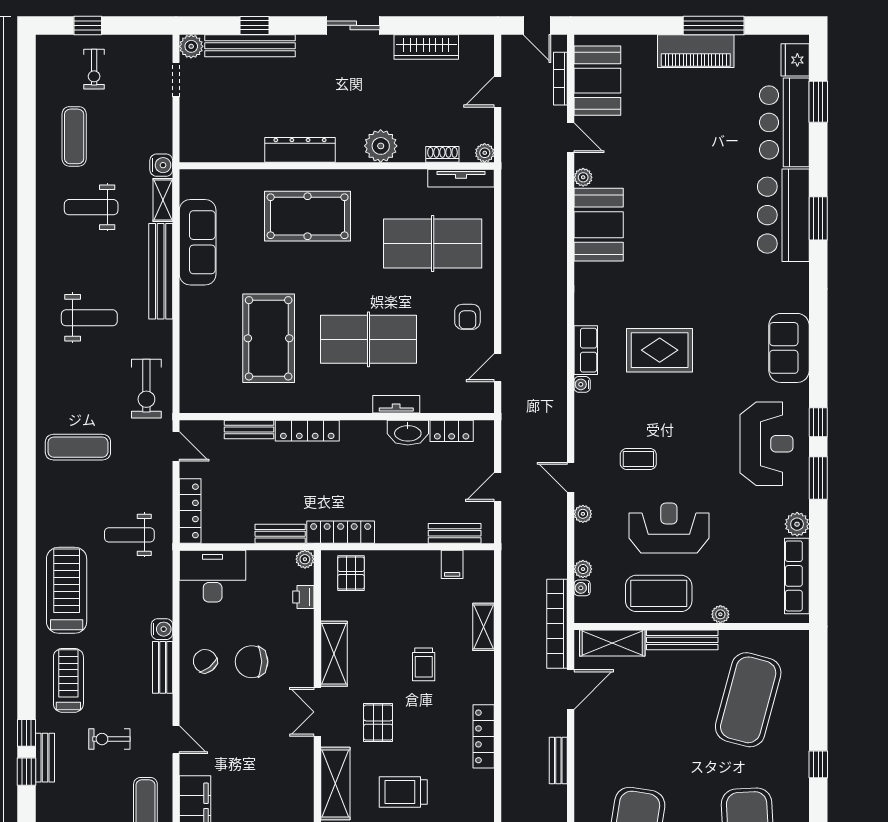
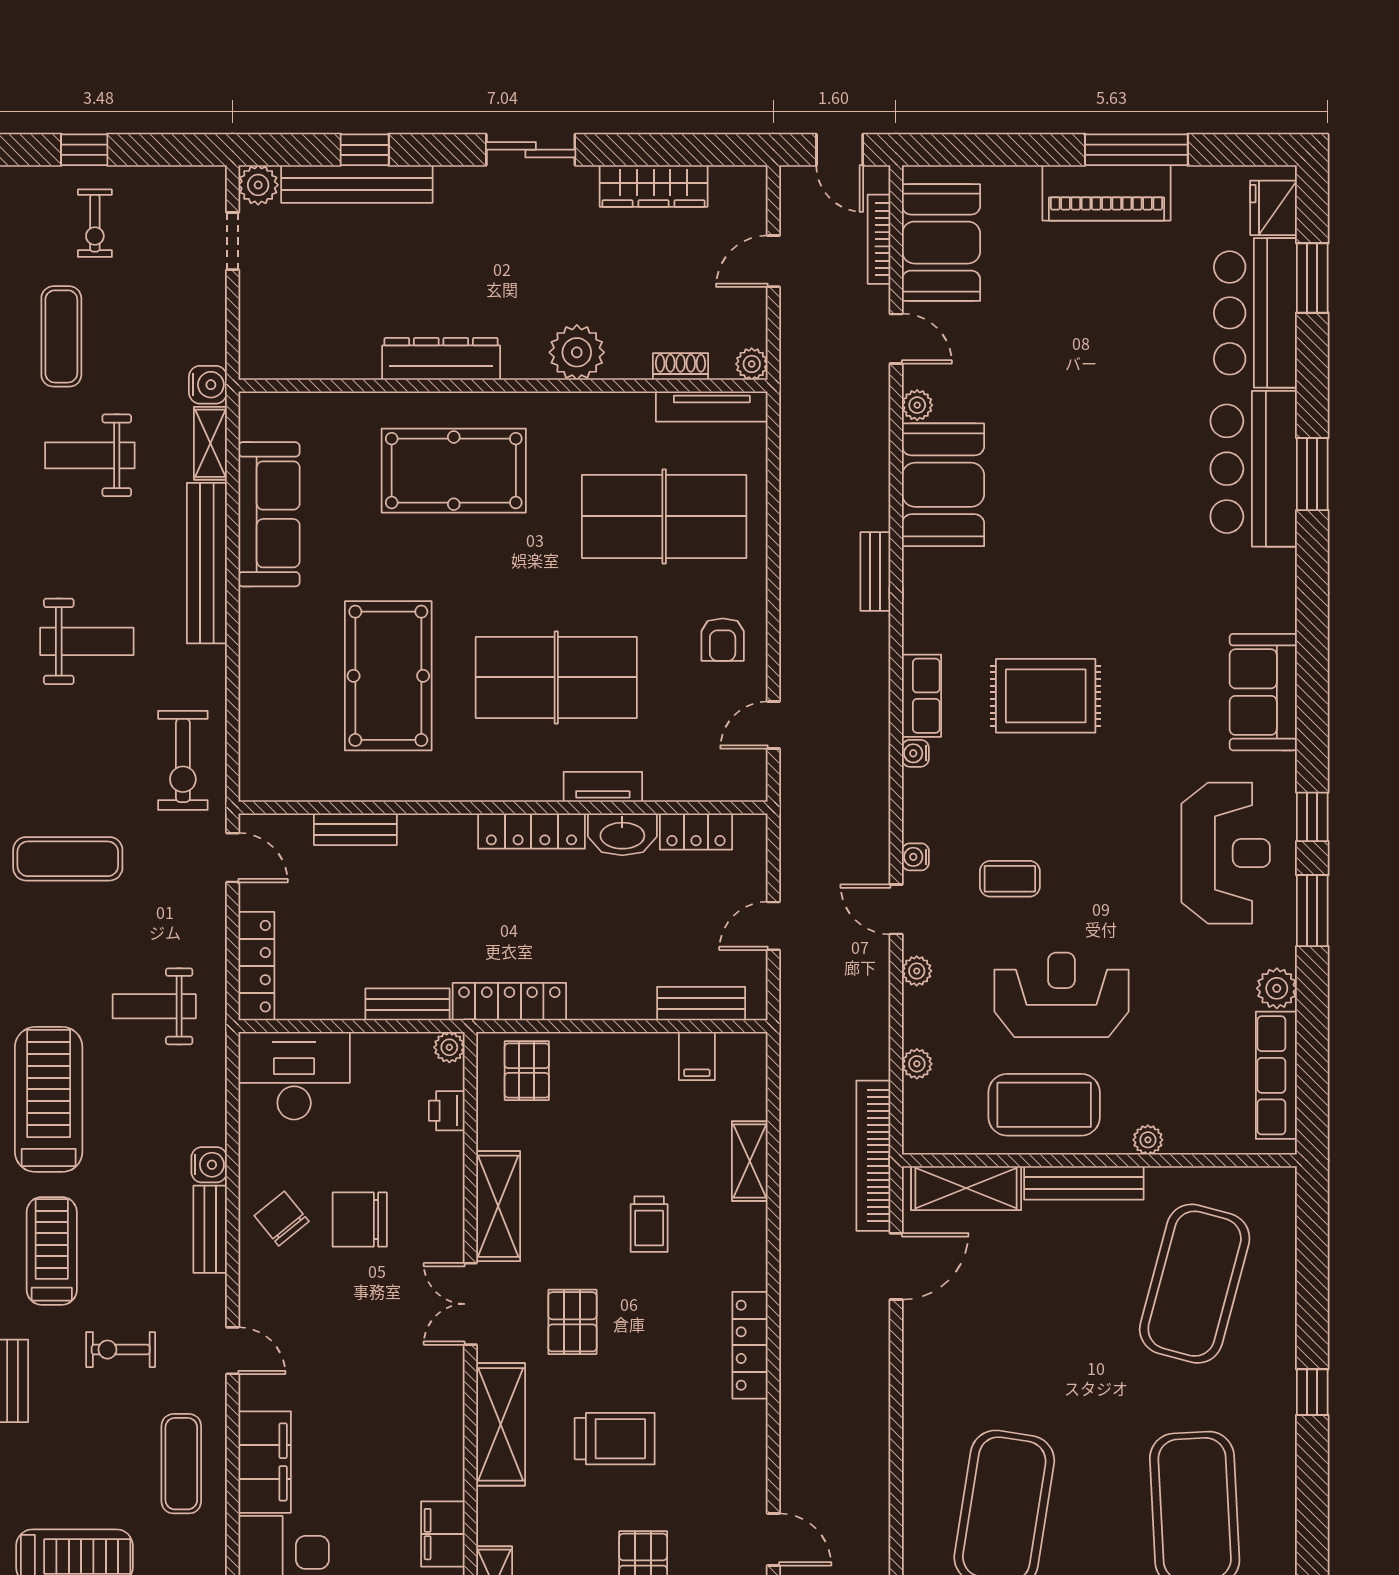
locker: (307, 431) -> (531, 831), moved
water cooler: (582, 588) -> (915, 857), moved
bench: (558, 760) -> (875, 571), moved
trolley: (403, 792) -> (615, 1439), turned 180

